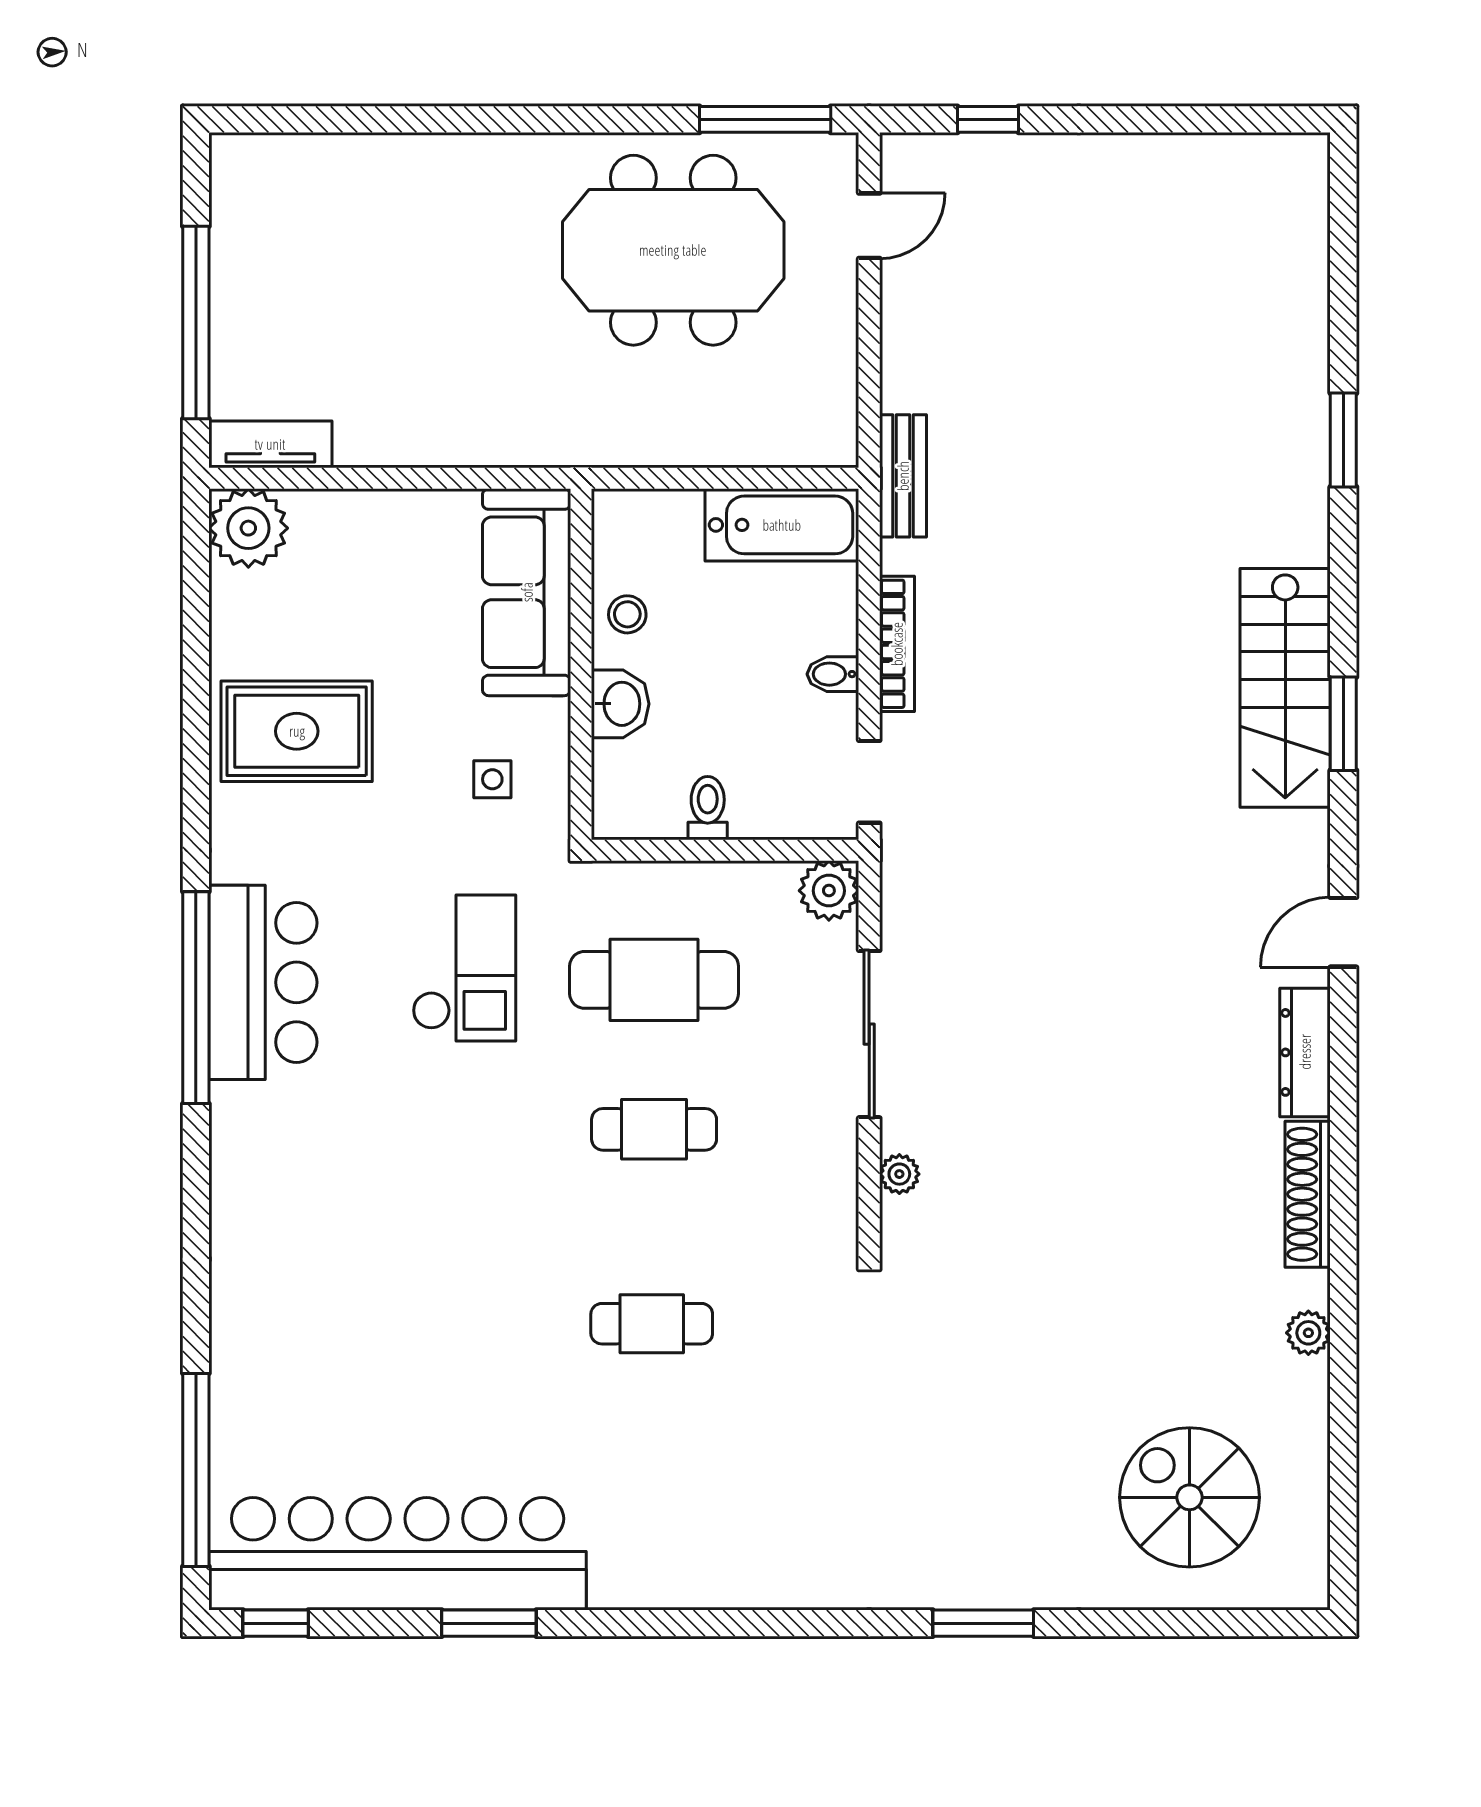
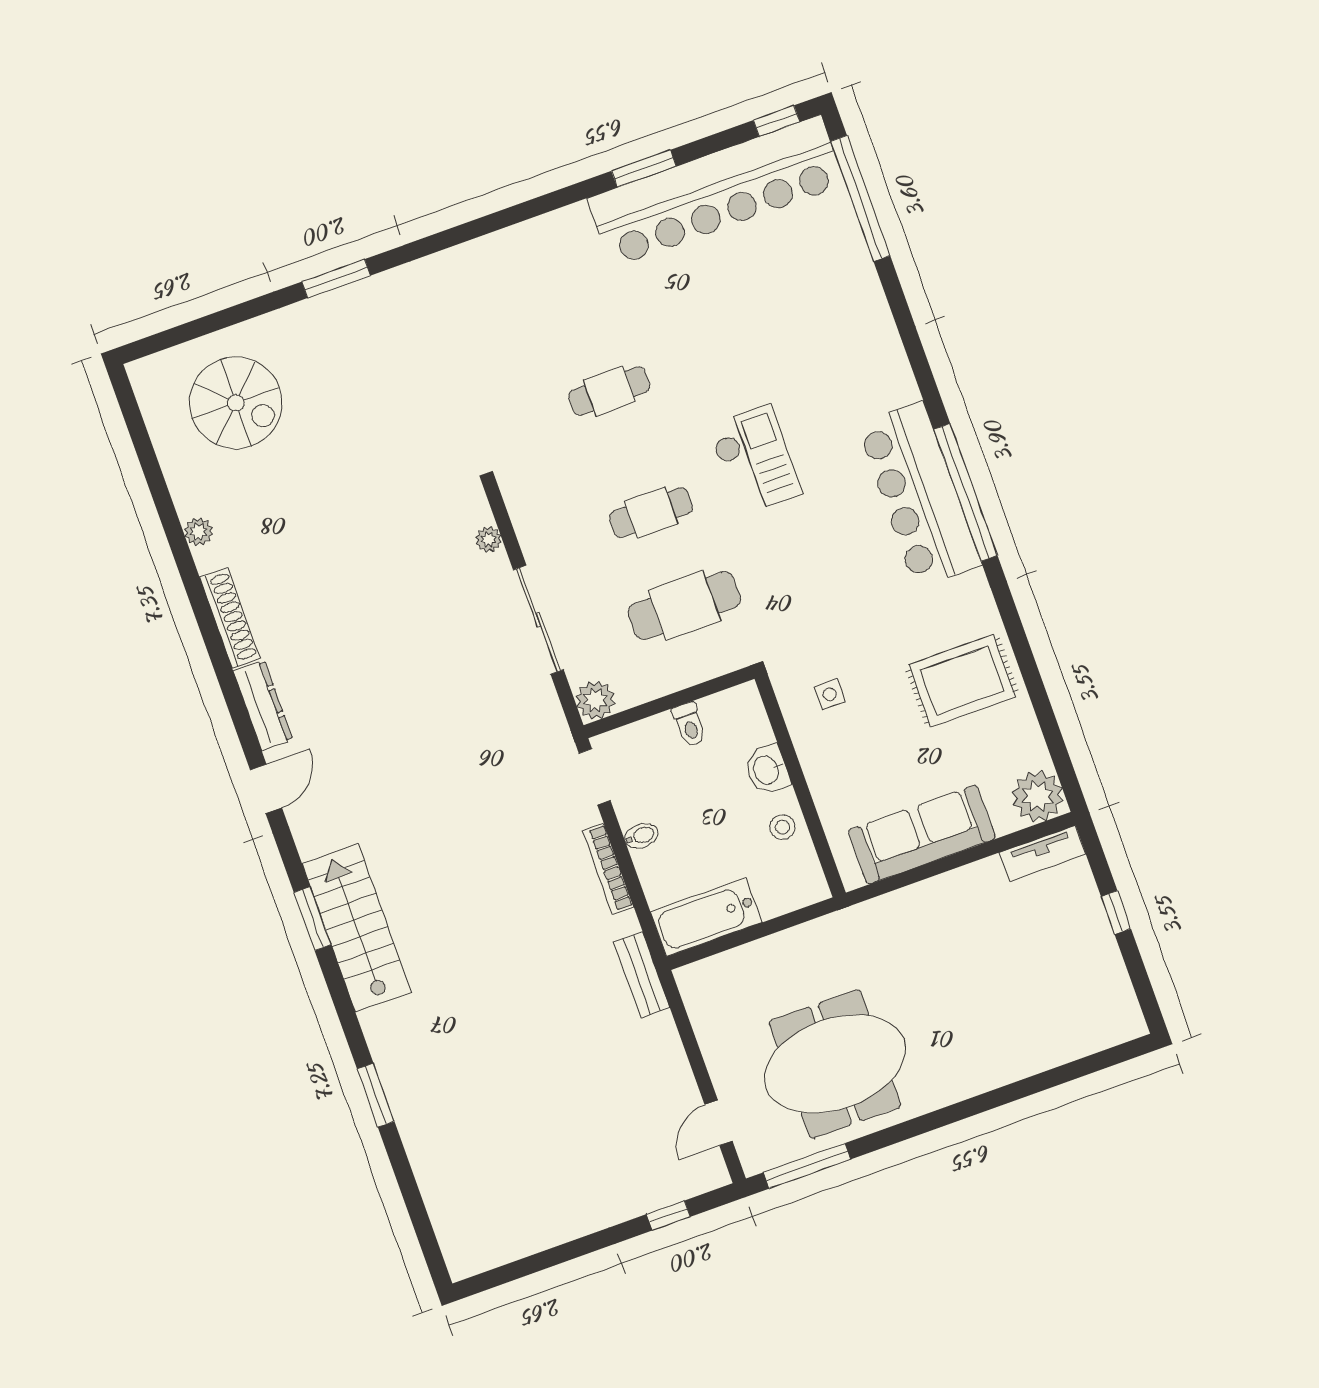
window: (196, 322) -> (1116, 913), width x0.32
sofa: (527, 592) -> (922, 834), moved, turned -90
checkout: (464, 968) -> (755, 460), moved, turned 180
bar counter: (263, 982) -> (919, 495), width x1.36

